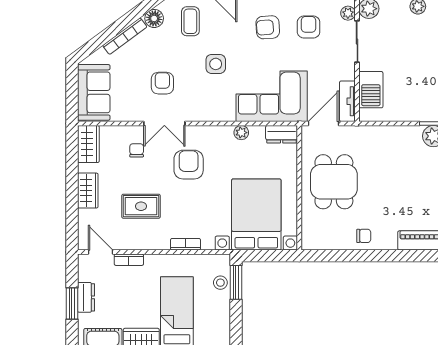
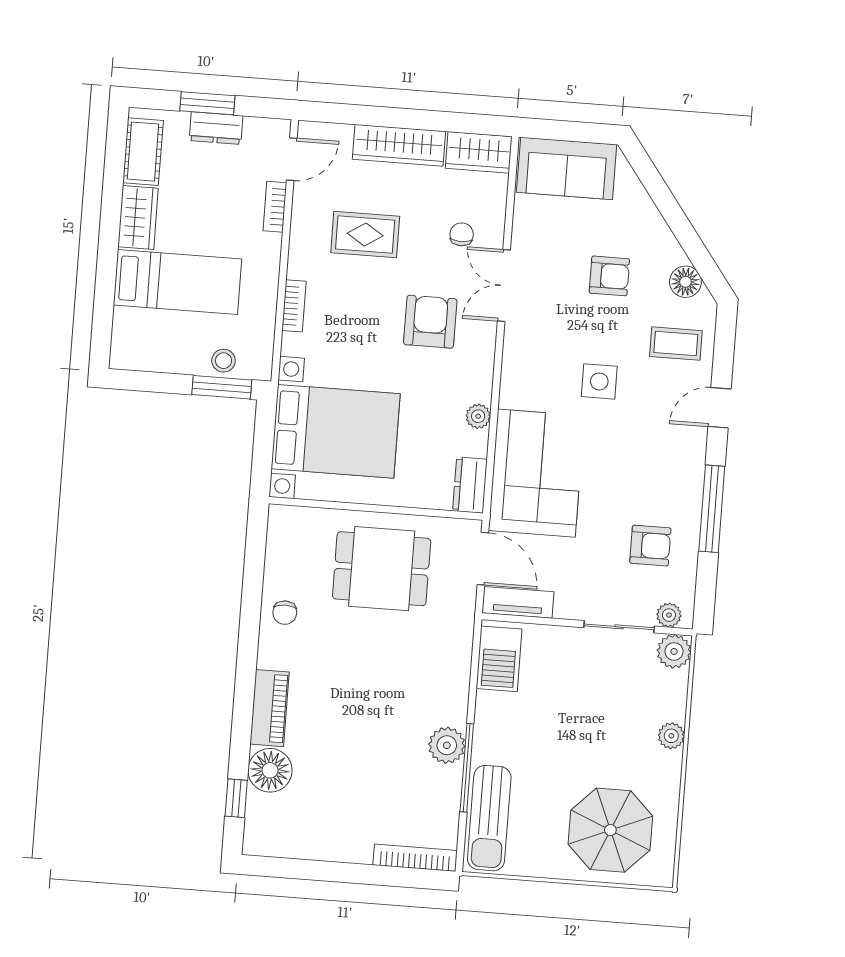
armchair: (268, 27) -> (655, 476), removed
bookcase: (125, 36) -> (659, 229), removed
armchair: (162, 83) -> (609, 276), moved
barbecue: (371, 90) -> (499, 659), moved, turned -90
chair: (137, 150) -> (462, 234), turned -90
armchair: (189, 165) -> (430, 322), turned -90
wardrobe: (88, 191) -> (399, 145), width x1.50
rug: (141, 206) -> (365, 235), turned 90

